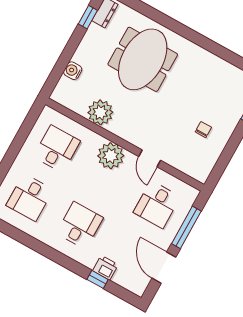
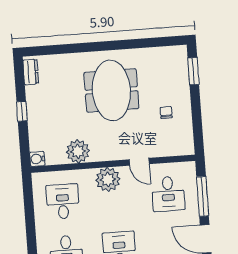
window: (88, 17) -> (22, 111), moved
meeting table: (143, 59) -> (111, 90), moved
water cooler: (73, 71) -> (37, 159), moved

